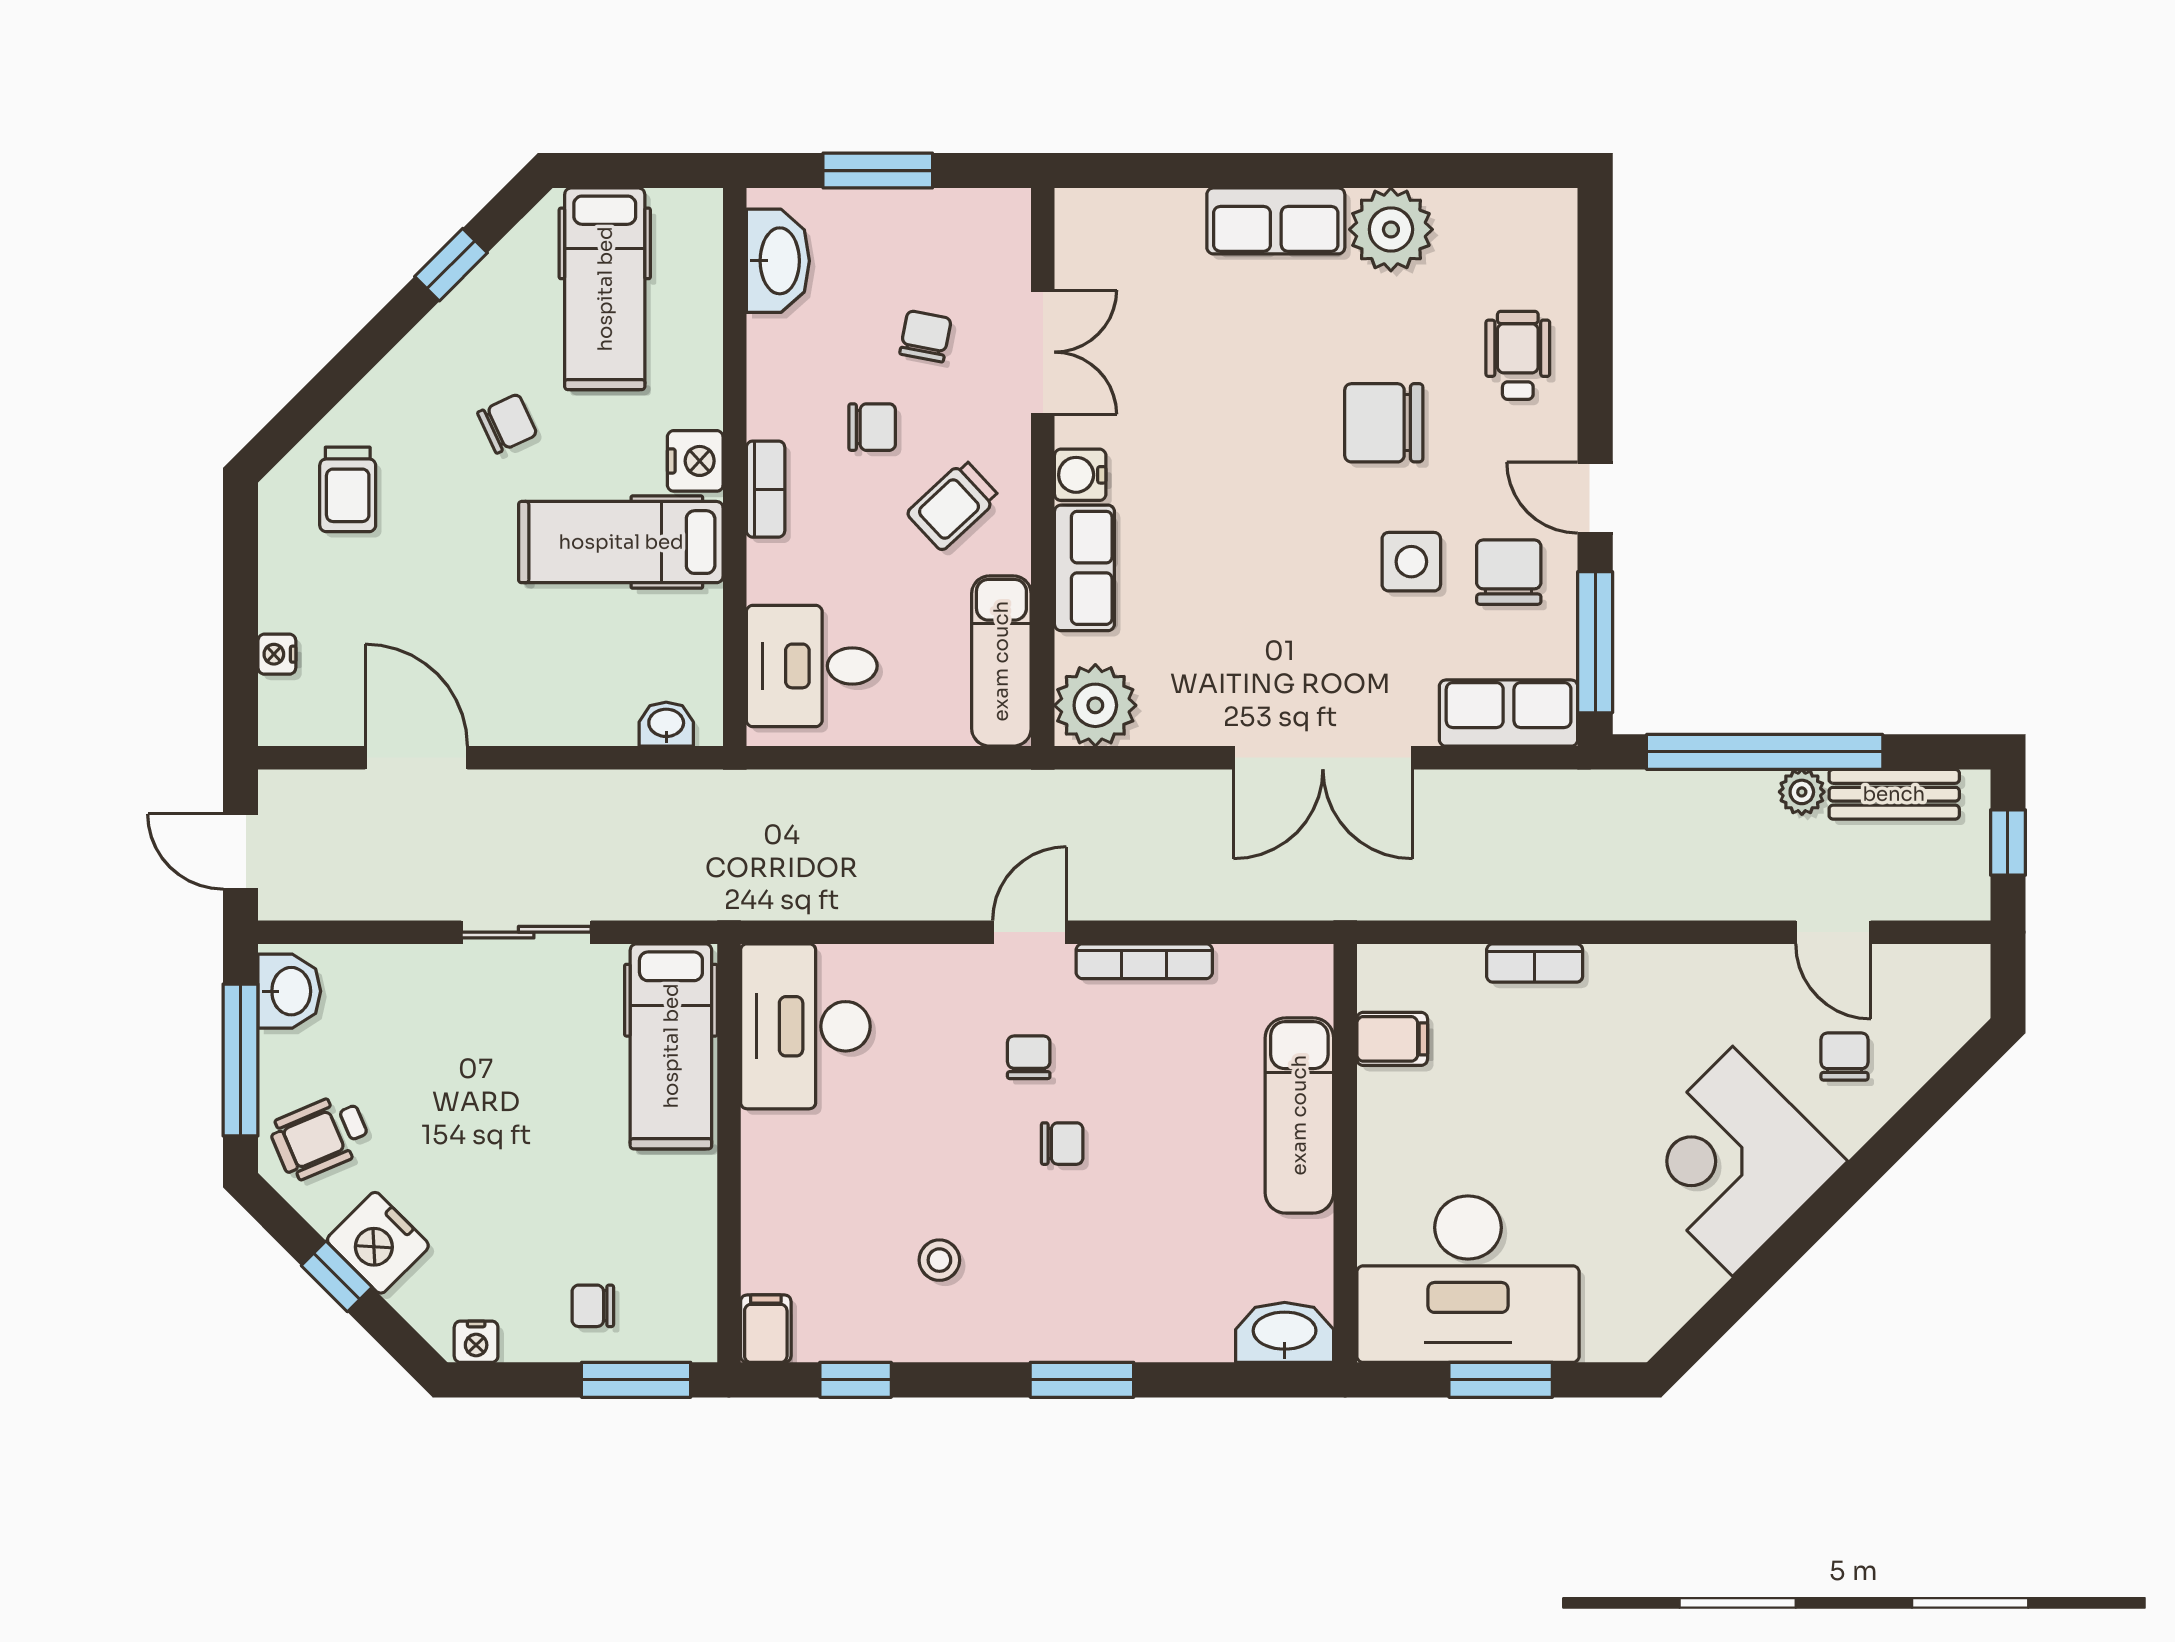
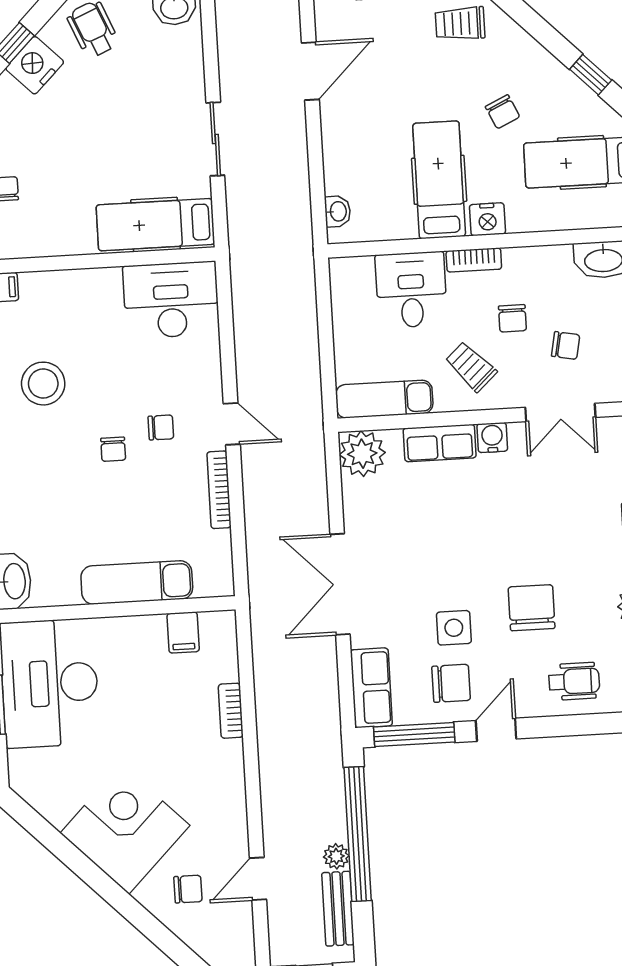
desk: (812, 666) -> (411, 290), moved
stool: (939, 1260) -> (43, 384), width x1.89, depth x1.89

